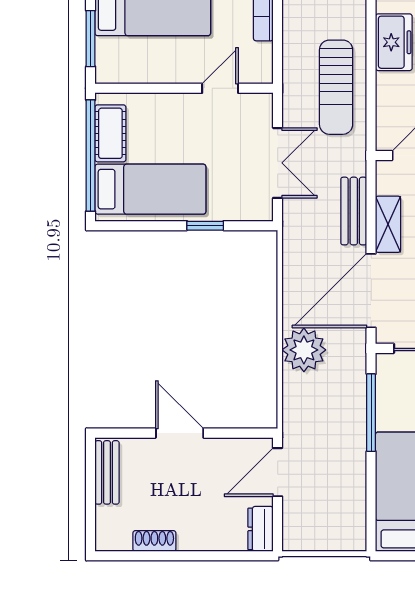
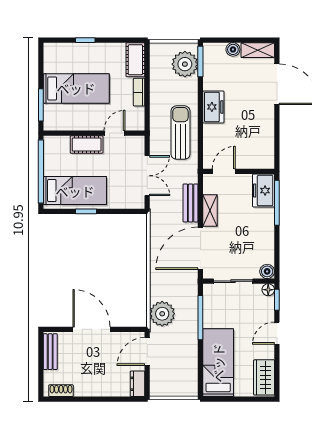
sun lounger: (336, 87) -> (180, 133), turned 180
cot: (110, 133) -> (87, 144), moved, turned 90
window: (205, 226) -> (86, 211), moved
plant: (304, 350) -> (162, 314), moved
door: (180, 433) -> (91, 329), width x1.36
shoe rack: (154, 541) -> (61, 391), moved

